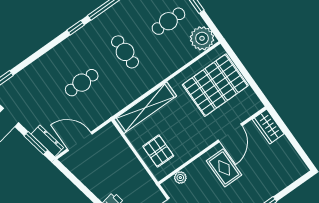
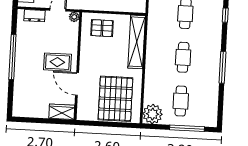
window: (76, 28) -> (225, 15), moved
cafe table: (125, 52) -> (183, 57), turned 90
plant: (180, 178) -> (74, 17), moved

